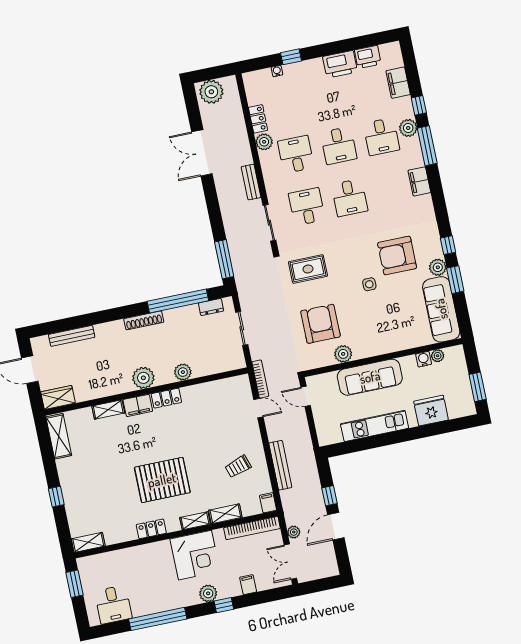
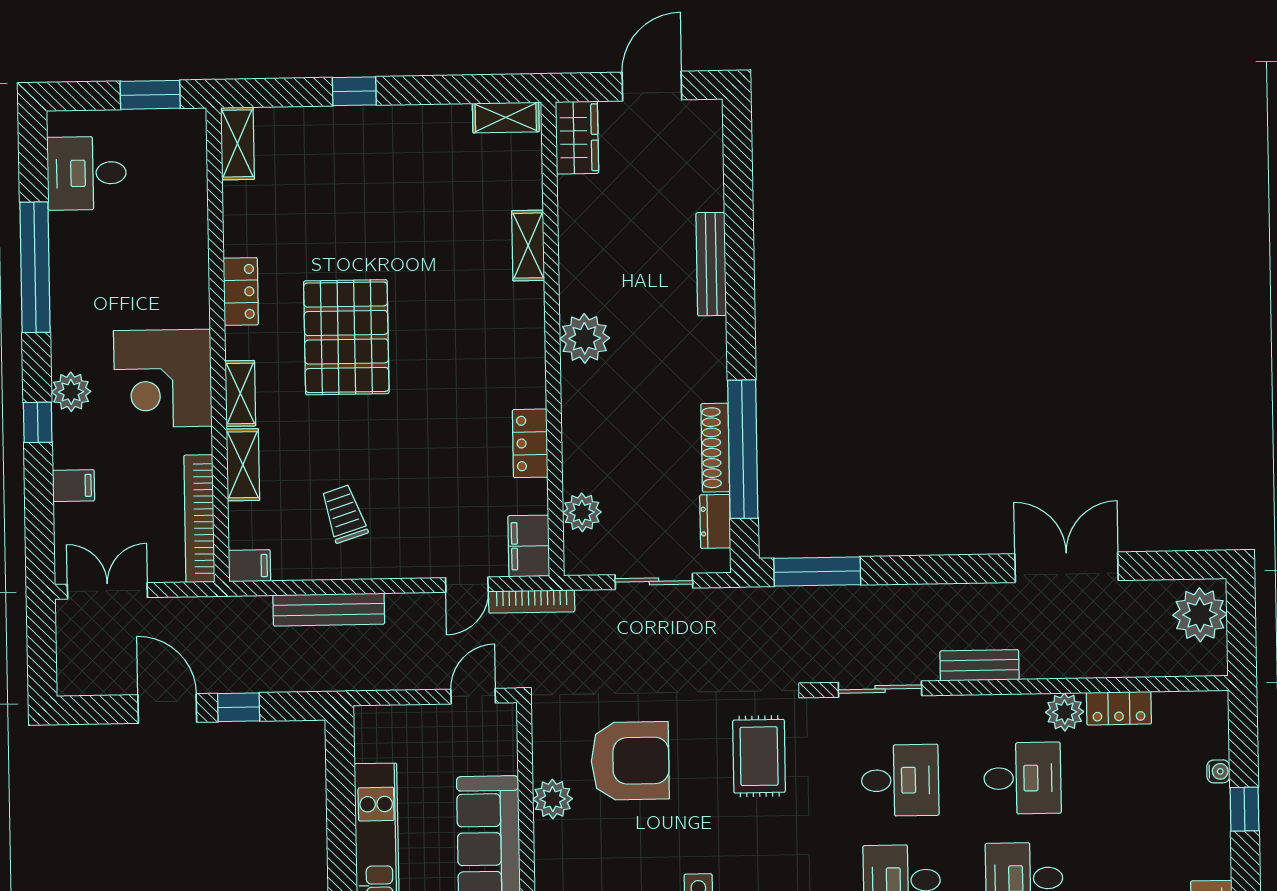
shoe rack: (144, 320) -> (715, 448), moved
bench: (72, 336) -> (711, 264), moved
plant: (183, 372) -> (582, 512), moved
locker: (166, 398) -> (530, 443), moved
filing cabinet: (138, 405) -> (529, 546), moved
shelving: (59, 436) -> (506, 117), width x0.67, depth x0.75
plant: (294, 532) -> (172, 611), removed

